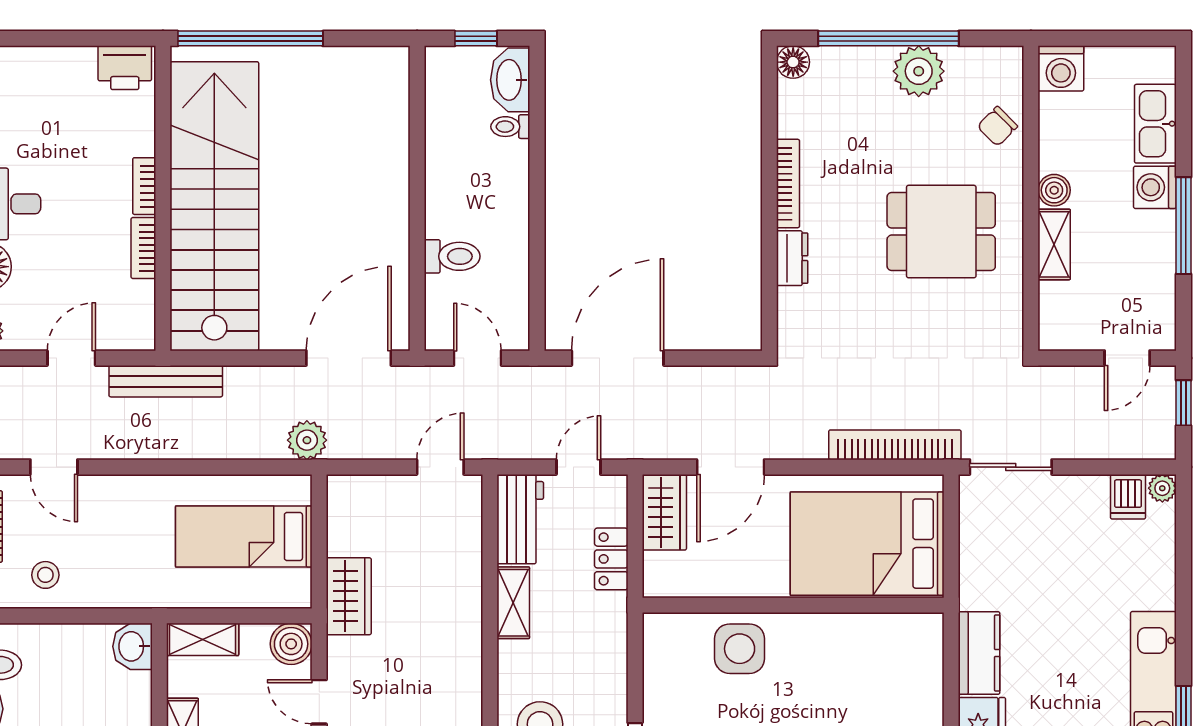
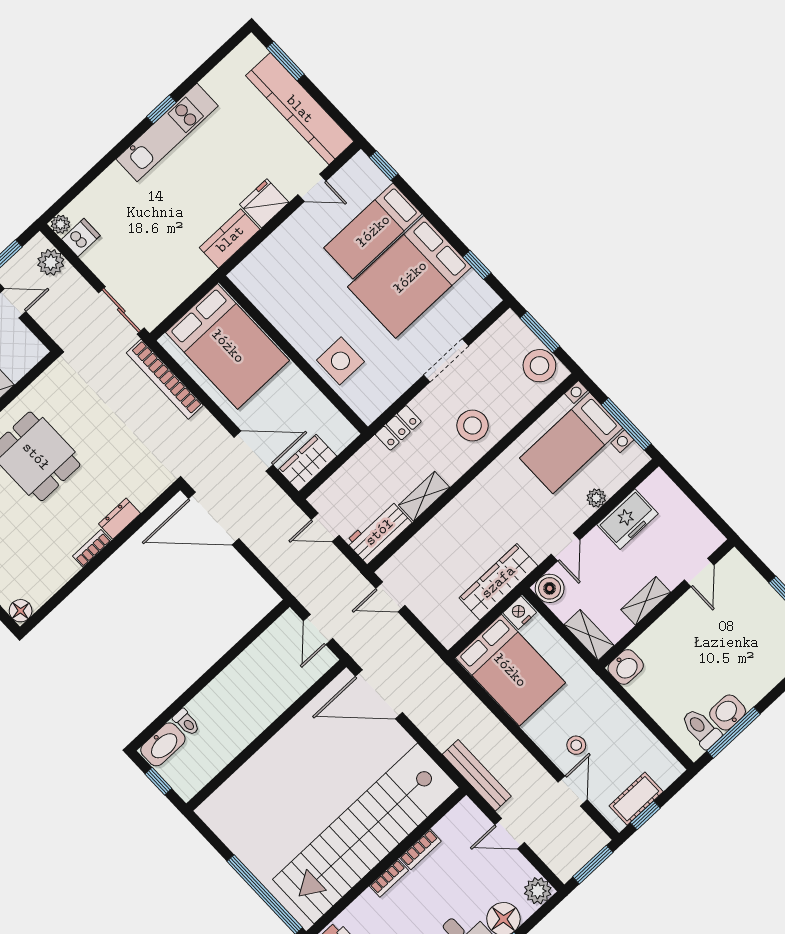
bookcase: (788, 184) -> (92, 548), width x0.64
toilet: (452, 256) -> (279, 690), removed
door: (618, 358) -> (214, 519), moved
plant: (307, 440) -> (51, 262), moved
bed: (244, 537) -> (510, 670), width x1.50
locker: (611, 559) -> (398, 428), moved
stool: (45, 575) -> (576, 745), moved
nightstand: (295, 588) -> (520, 613), added
wardrobe: (349, 596) -> (498, 582), width x1.50

